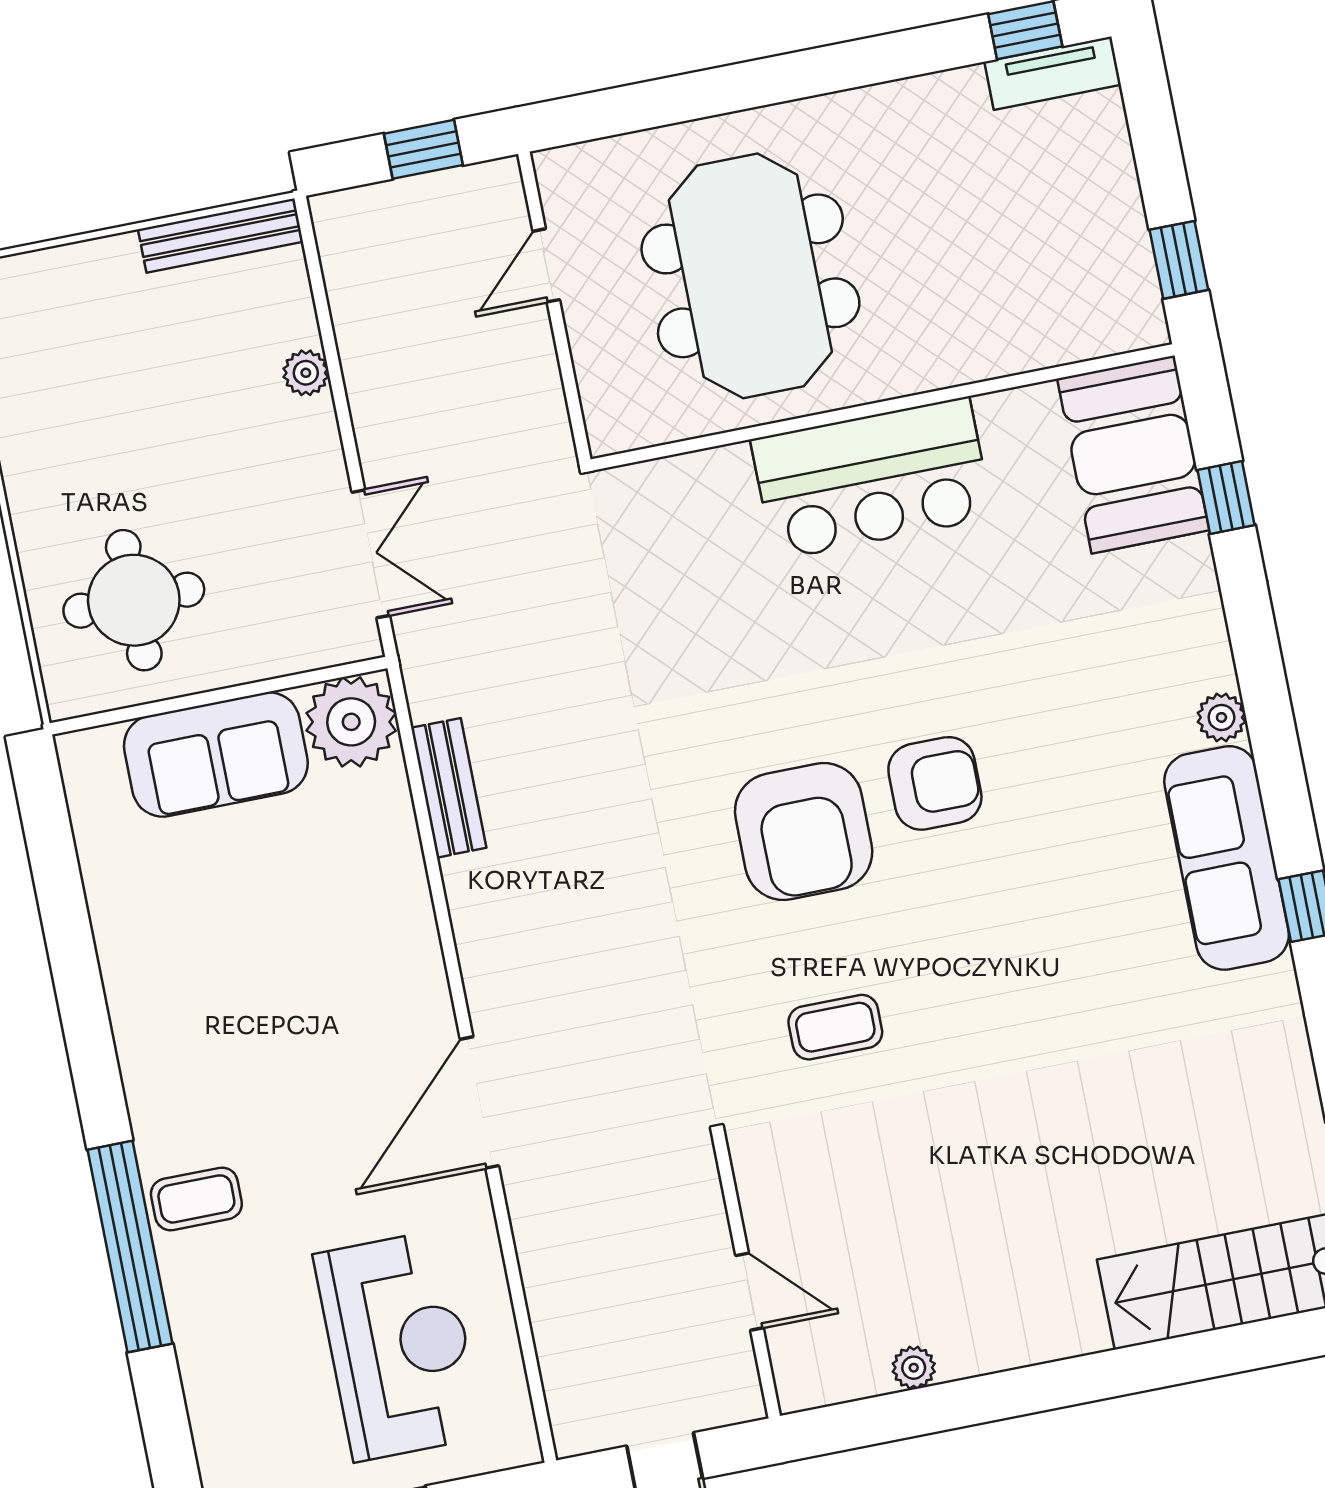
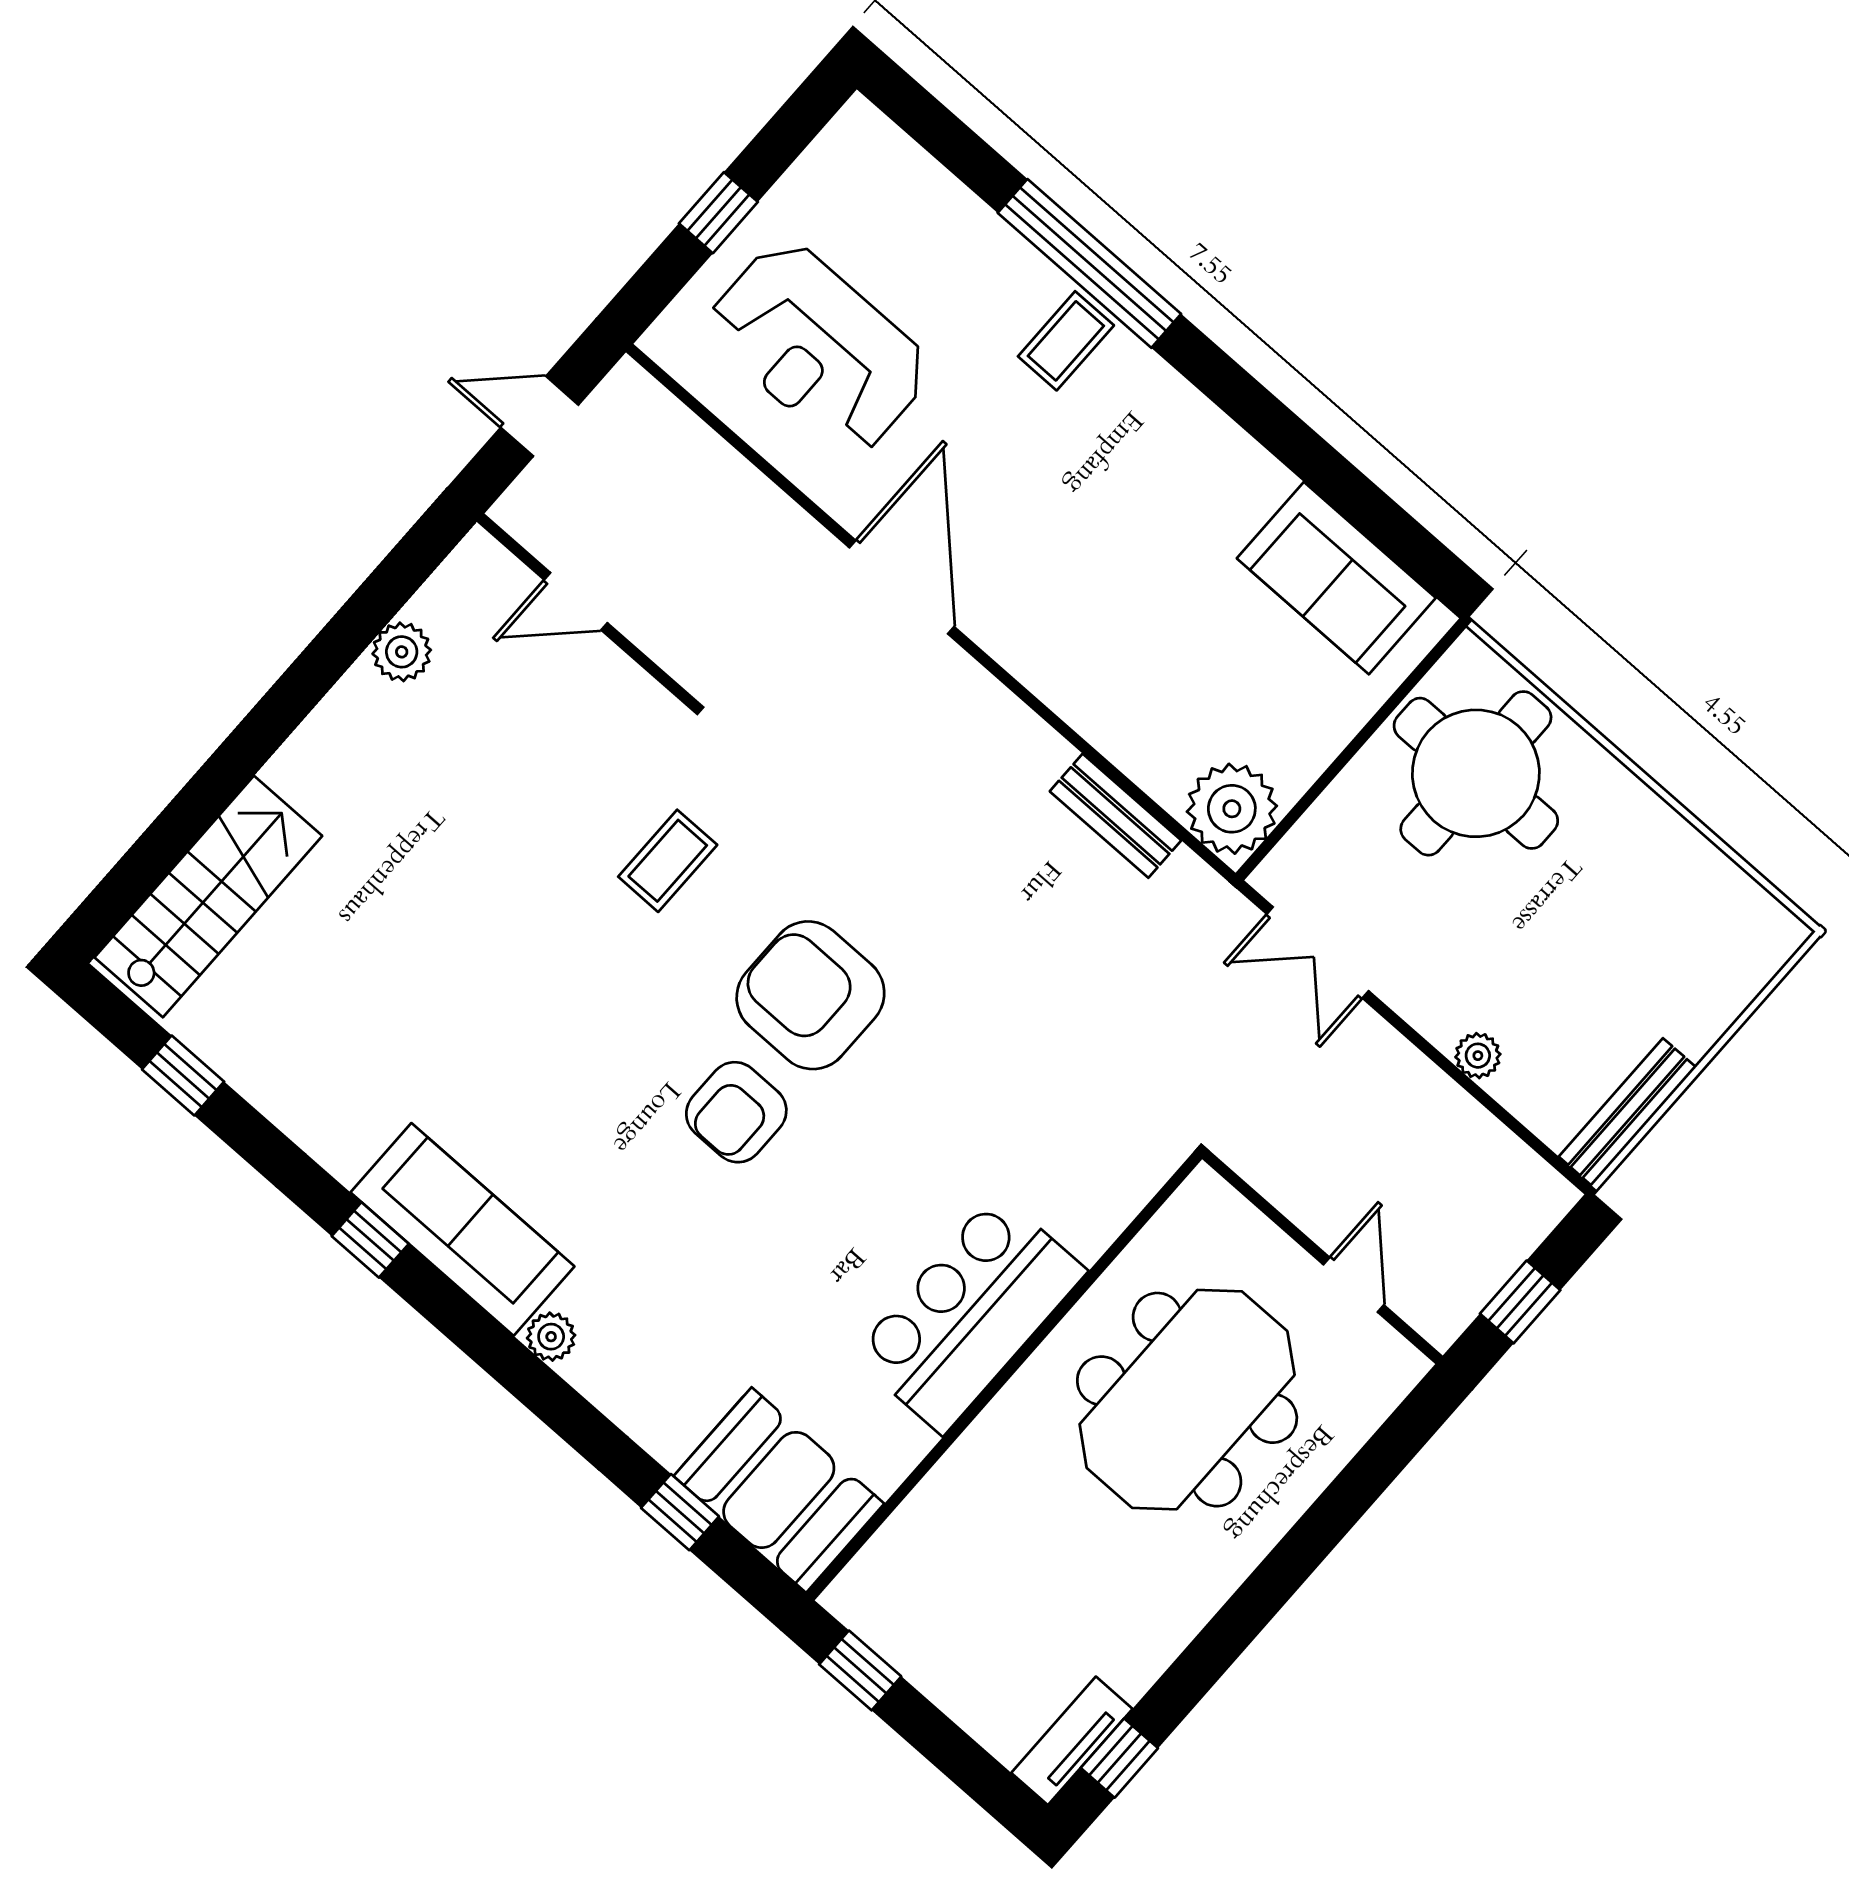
meeting table: (750, 276) -> (1187, 1400), turned 90
round table: (134, 600) -> (1476, 773), width x1.36, depth x1.36
sofa: (216, 755) -> (1336, 578), moved, turned -90
plant: (914, 1368) -> (402, 652), width x1.38, depth x1.38

